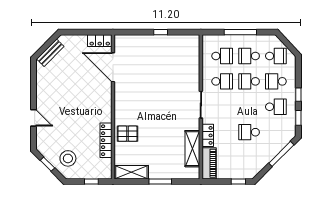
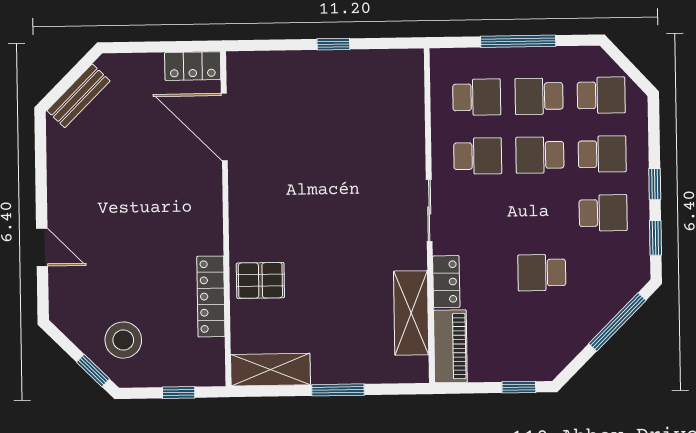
school desk: (276, 81) -> (602, 154), turned 180
window: (47, 164) -> (93, 370), moved

